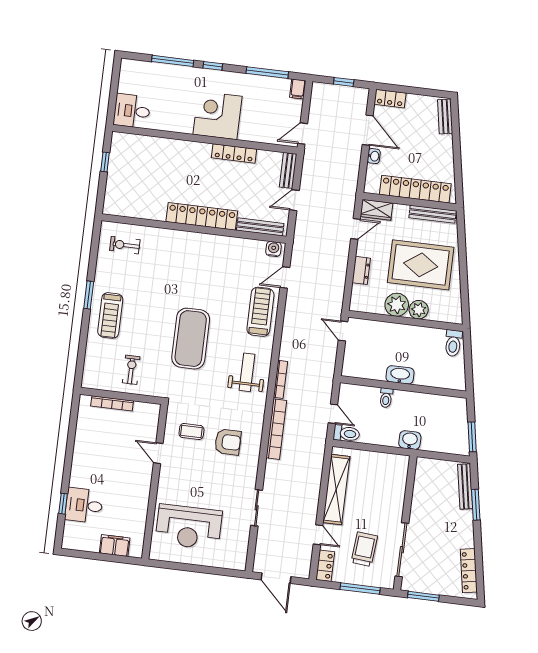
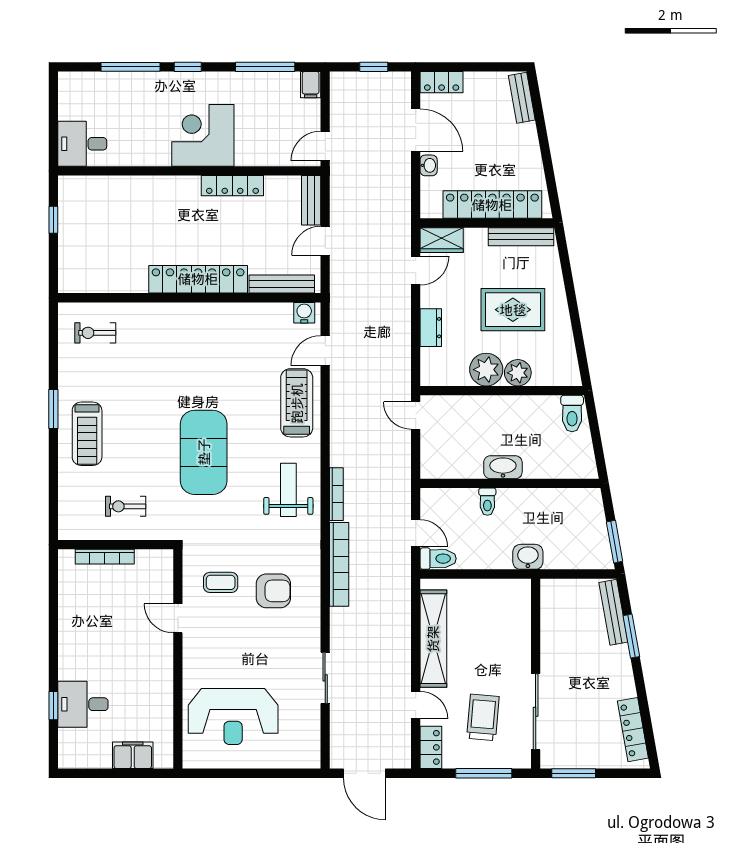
rug: (421, 265) -> (513, 310), width x0.73, depth x0.69
exercise bike: (131, 370) -> (126, 506), turned -90

